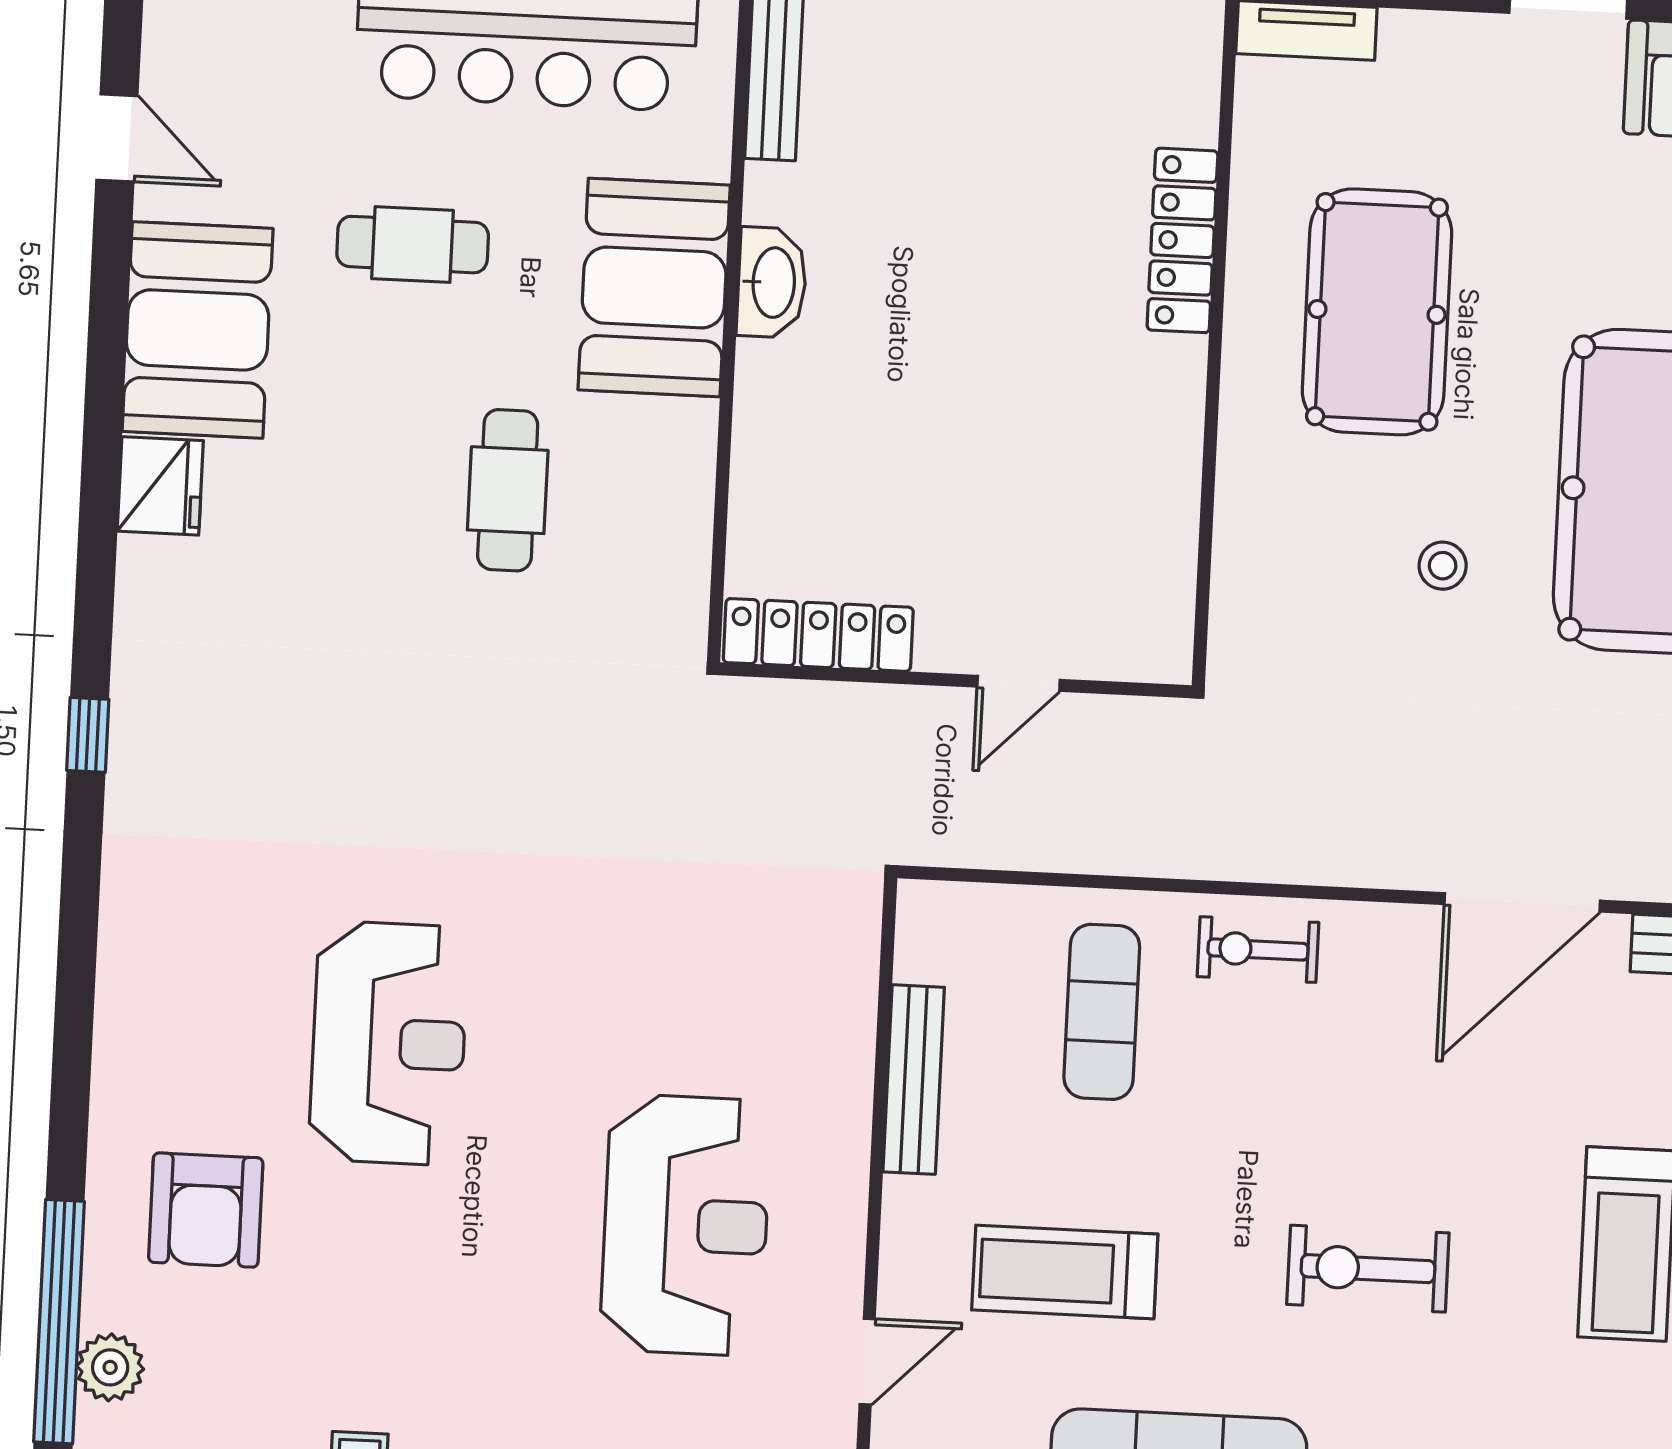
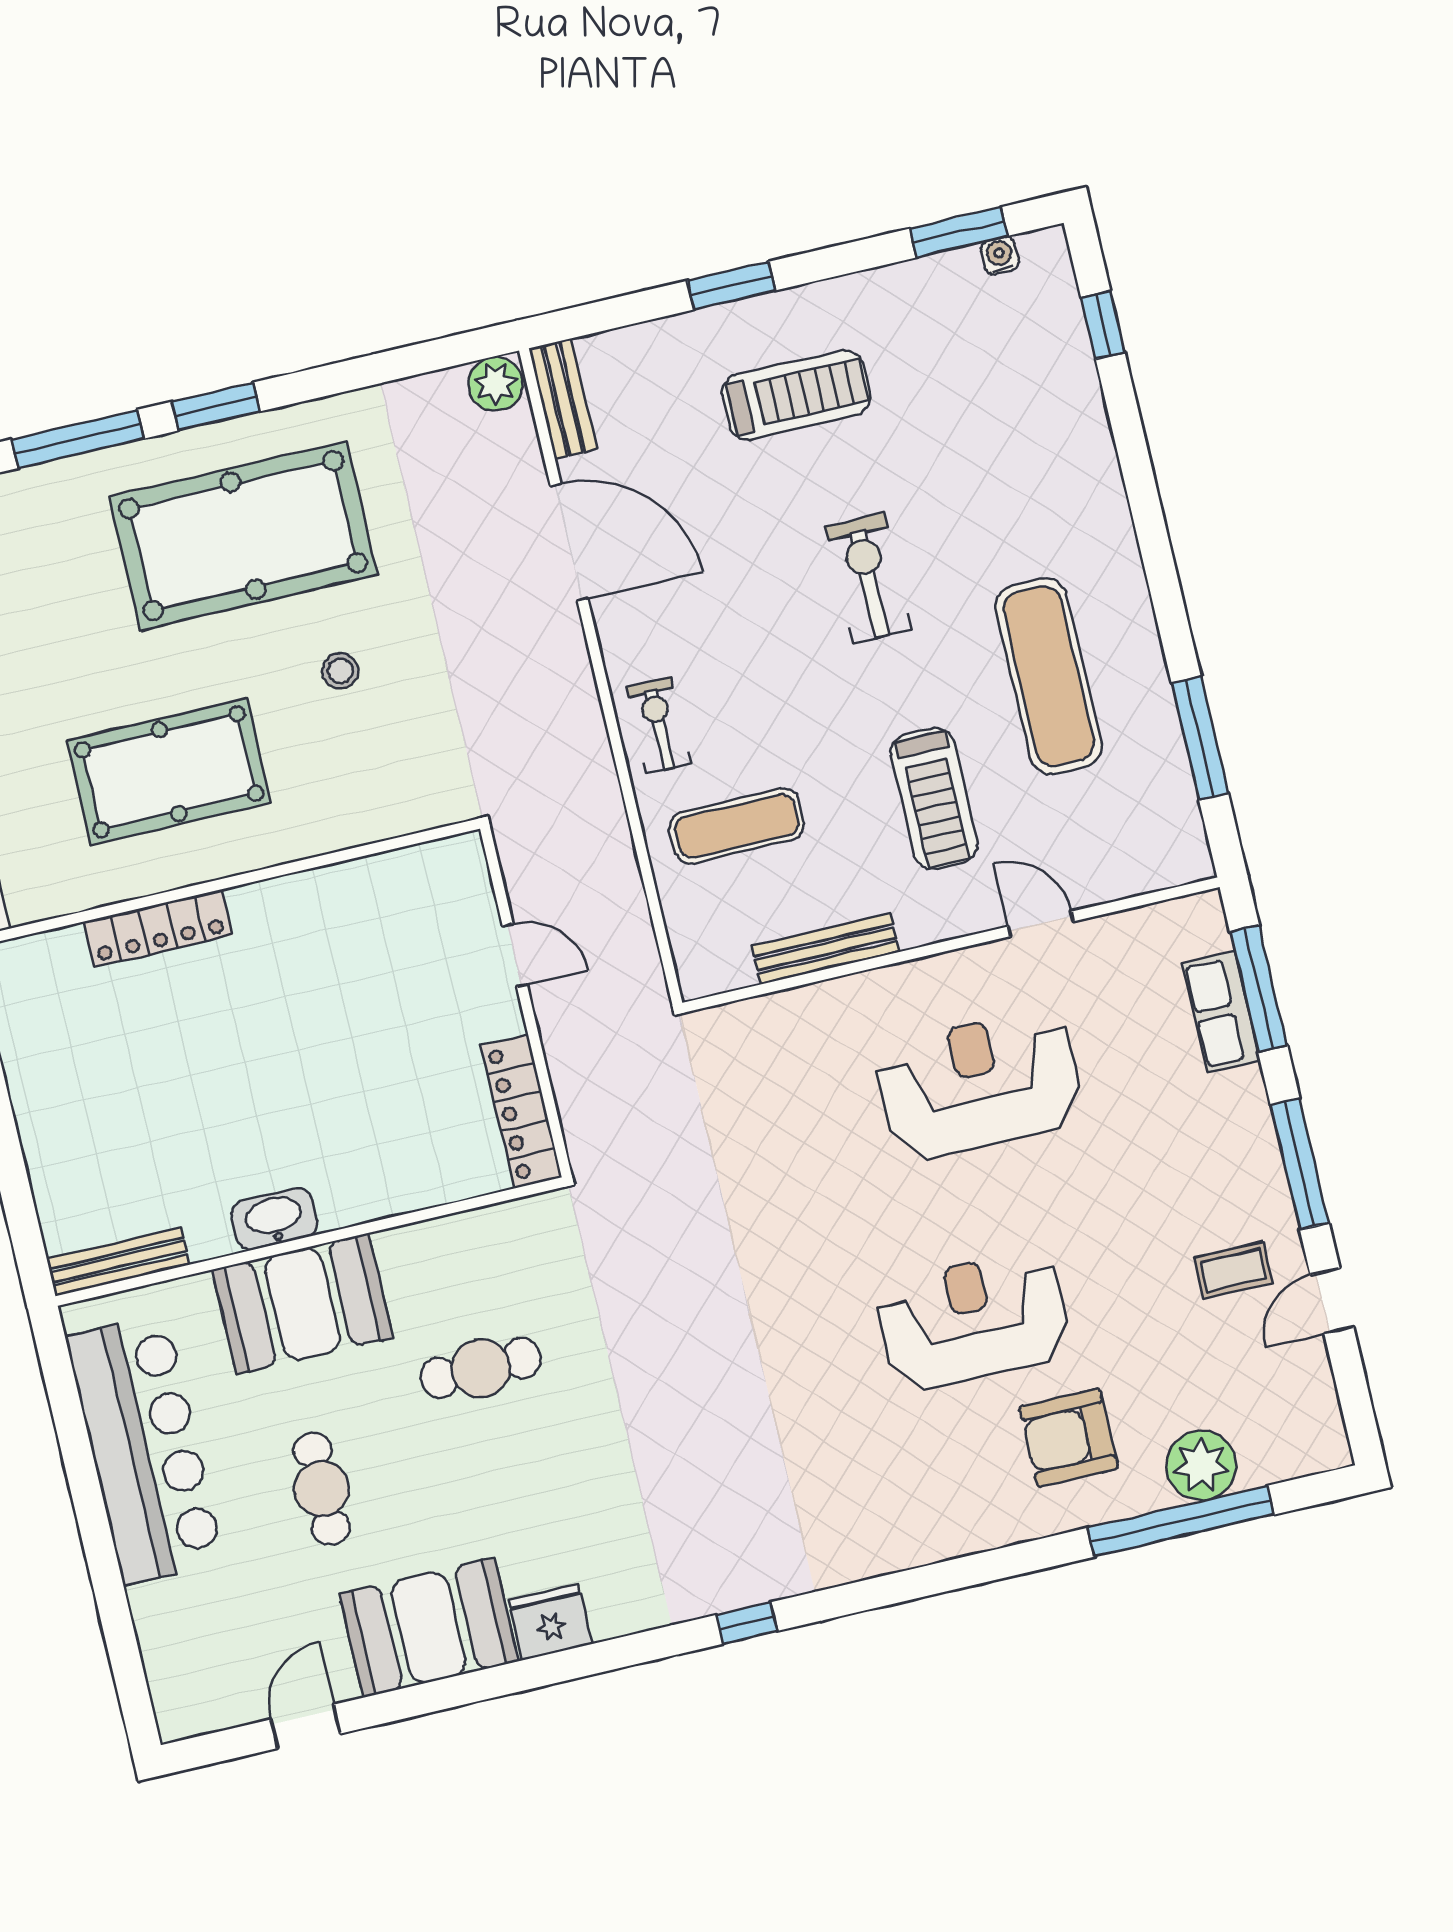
exercise bike: (1258, 950) -> (659, 725), turned 180
reception desk: (389, 1043) -> (973, 1320), moved
armchair: (206, 1210) -> (1069, 1438), turned 180
exercise bike: (1368, 1269) -> (868, 578), turned 180
plant: (110, 1367) -> (1201, 1465), width x1.36, depth x1.36

